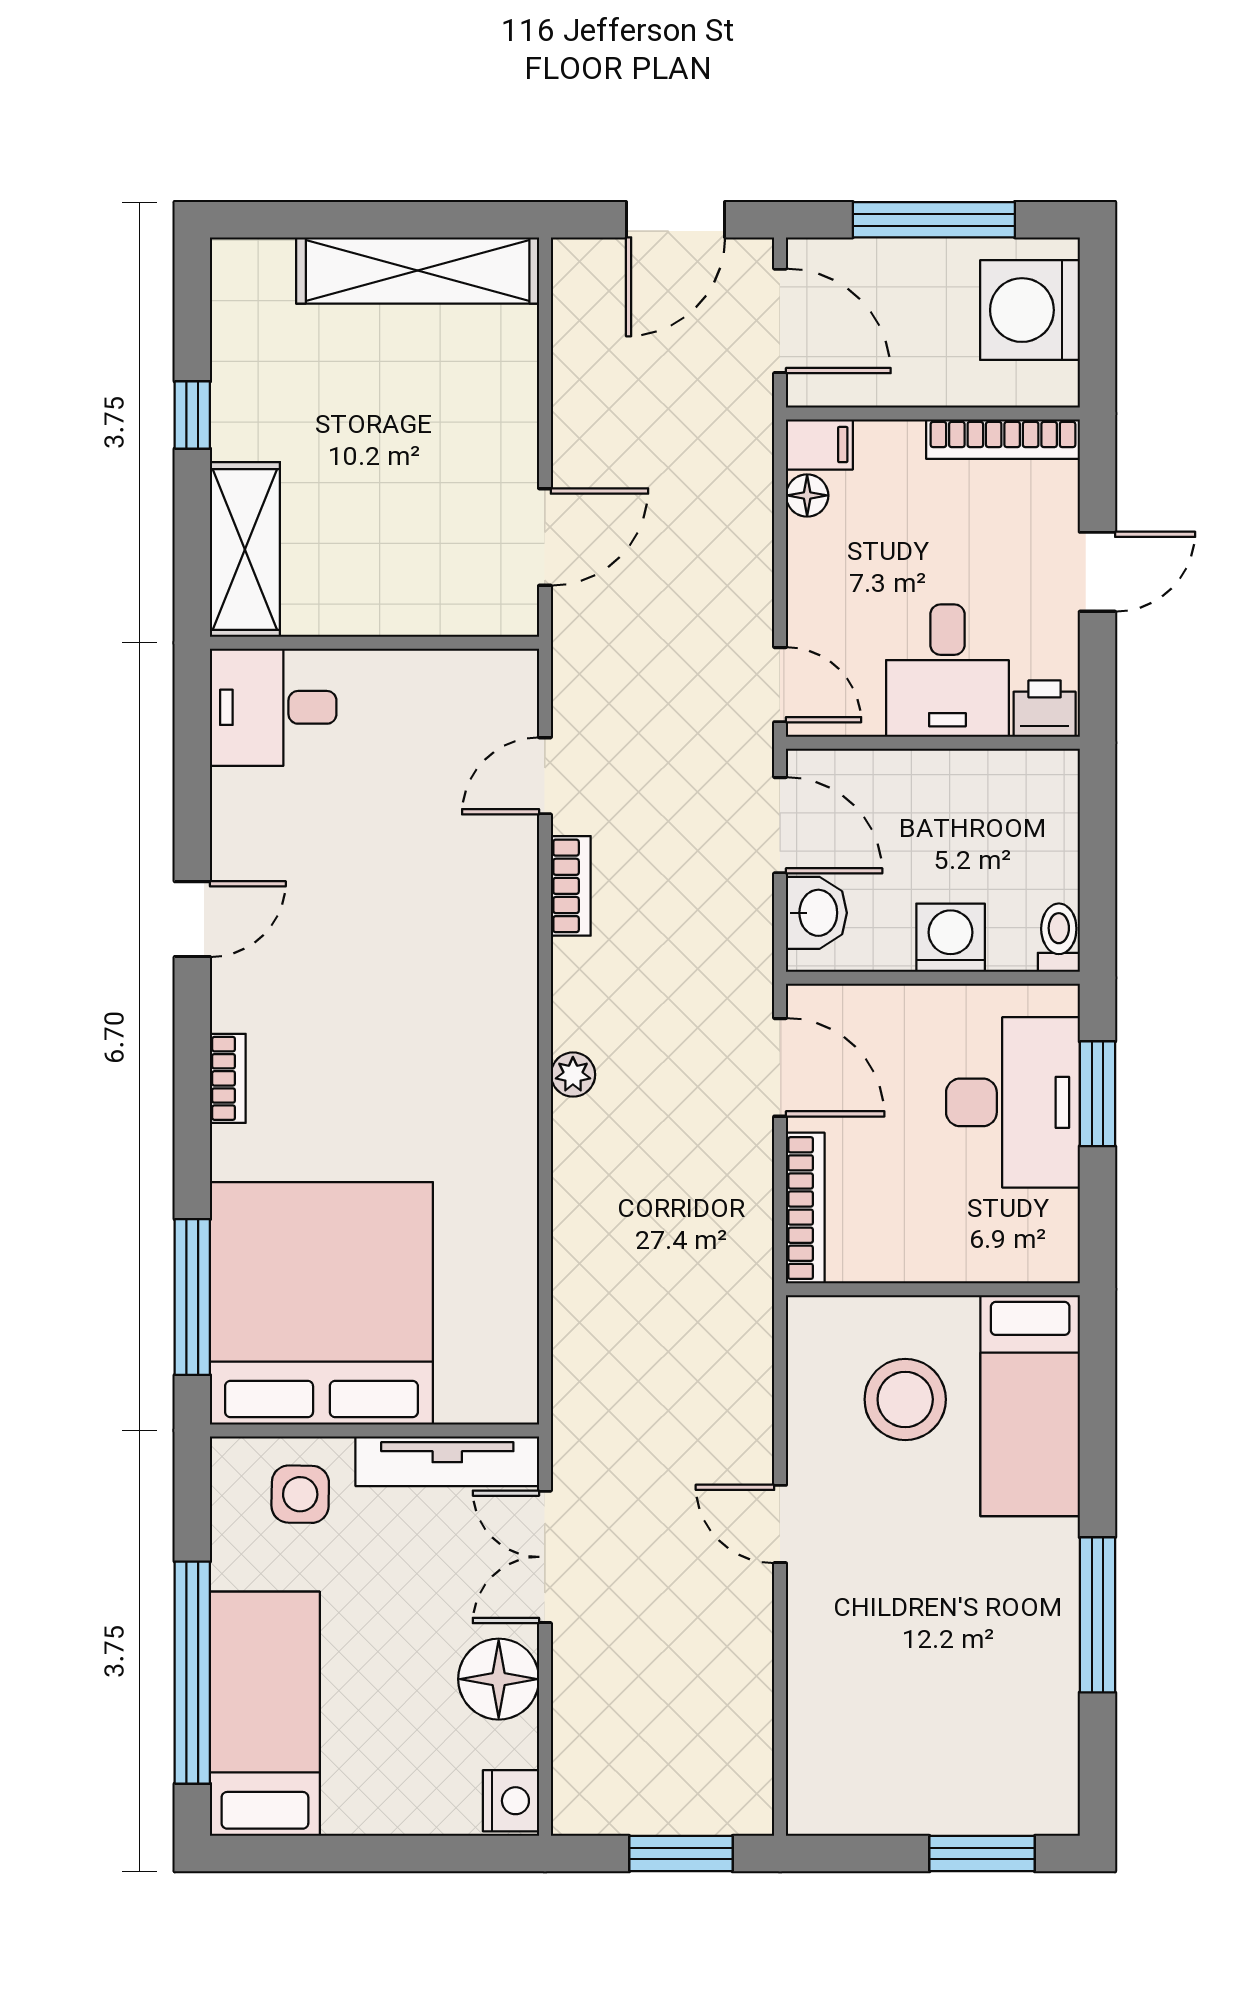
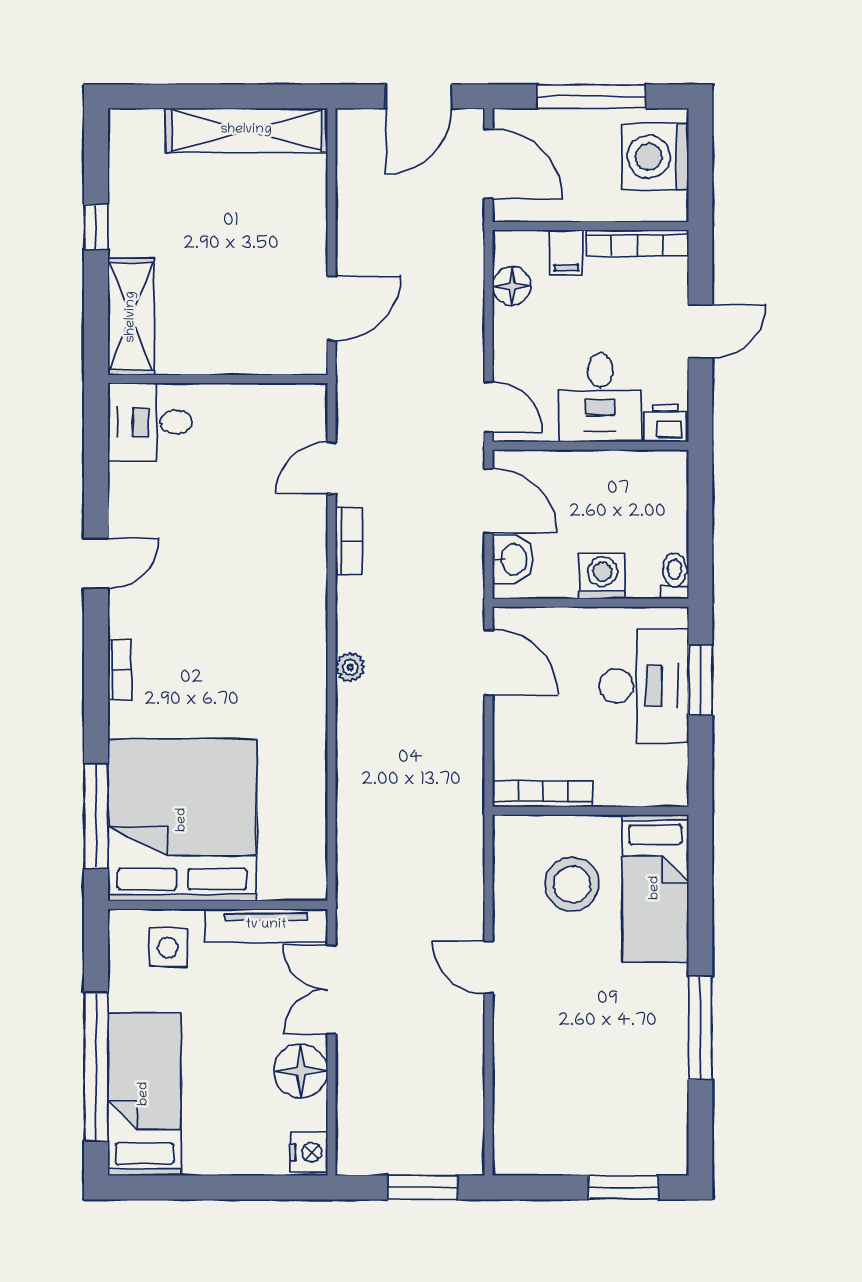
filing cabinet: (819, 445) -> (566, 252), moved, turned 90
floor lamp: (807, 495) -> (512, 286), width x1.37, depth x1.37
bookcase: (805, 1208) -> (543, 794), moved, turned -90

